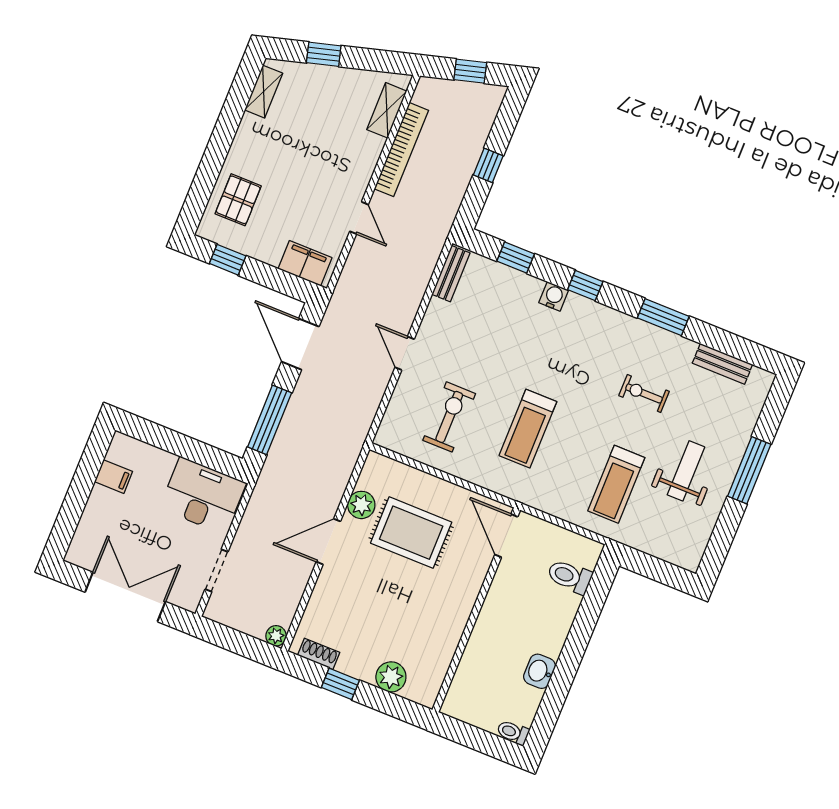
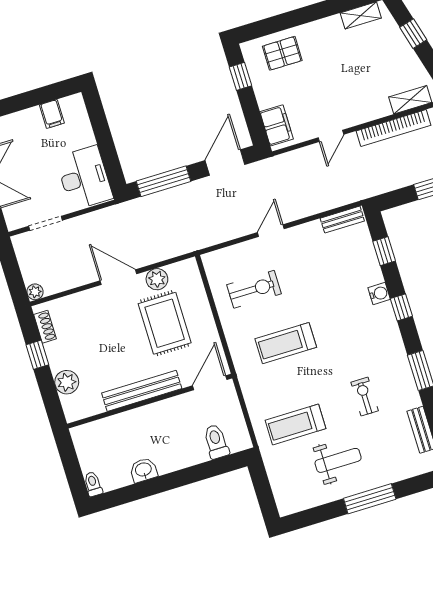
bench: (460, 610) -> (142, 391), added

